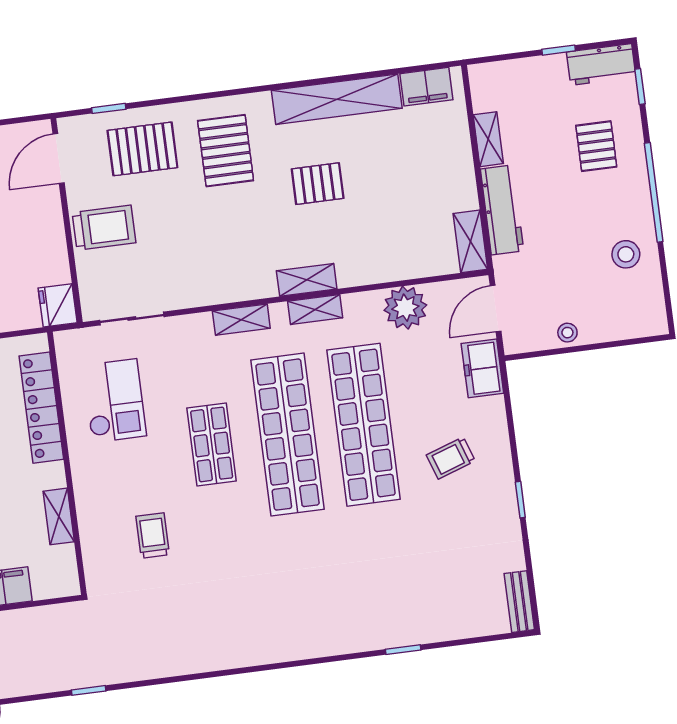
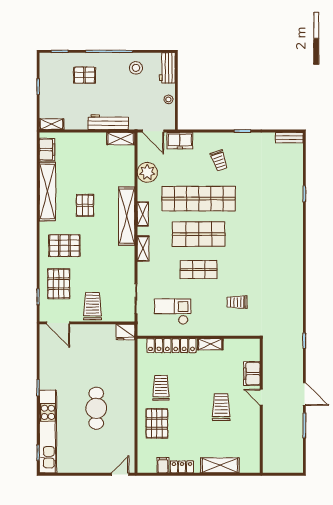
workbench: (601, 64) -> (167, 68), moved, turned 180
shelving: (488, 139) -> (52, 124), moved
shelving: (307, 280) -> (127, 216), width x2.20, depth x1.33
shop shelf: (288, 435) -> (199, 234), width x0.71
shelving: (59, 516) -> (210, 344), moved

